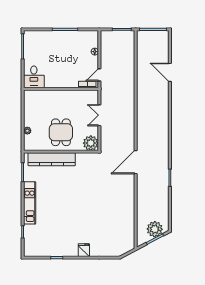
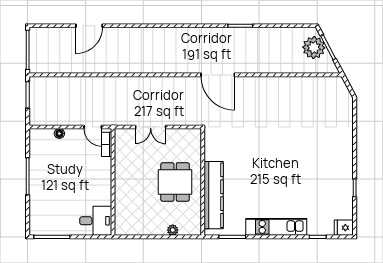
dining table: (61, 132) -> (175, 182), turned 90
plant: (91, 143) -> (190, 139), removed
fridge: (84, 250) -> (344, 228), moved

